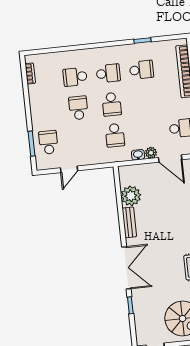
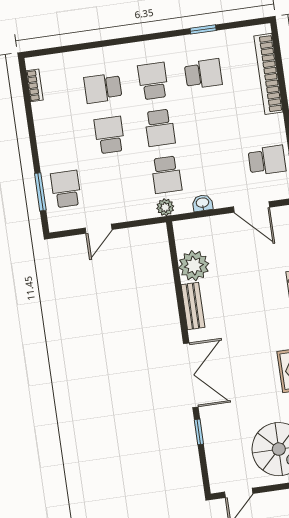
school desk: (108, 73) -> (153, 81), turned -90
plant: (151, 153) -> (165, 207), moved

